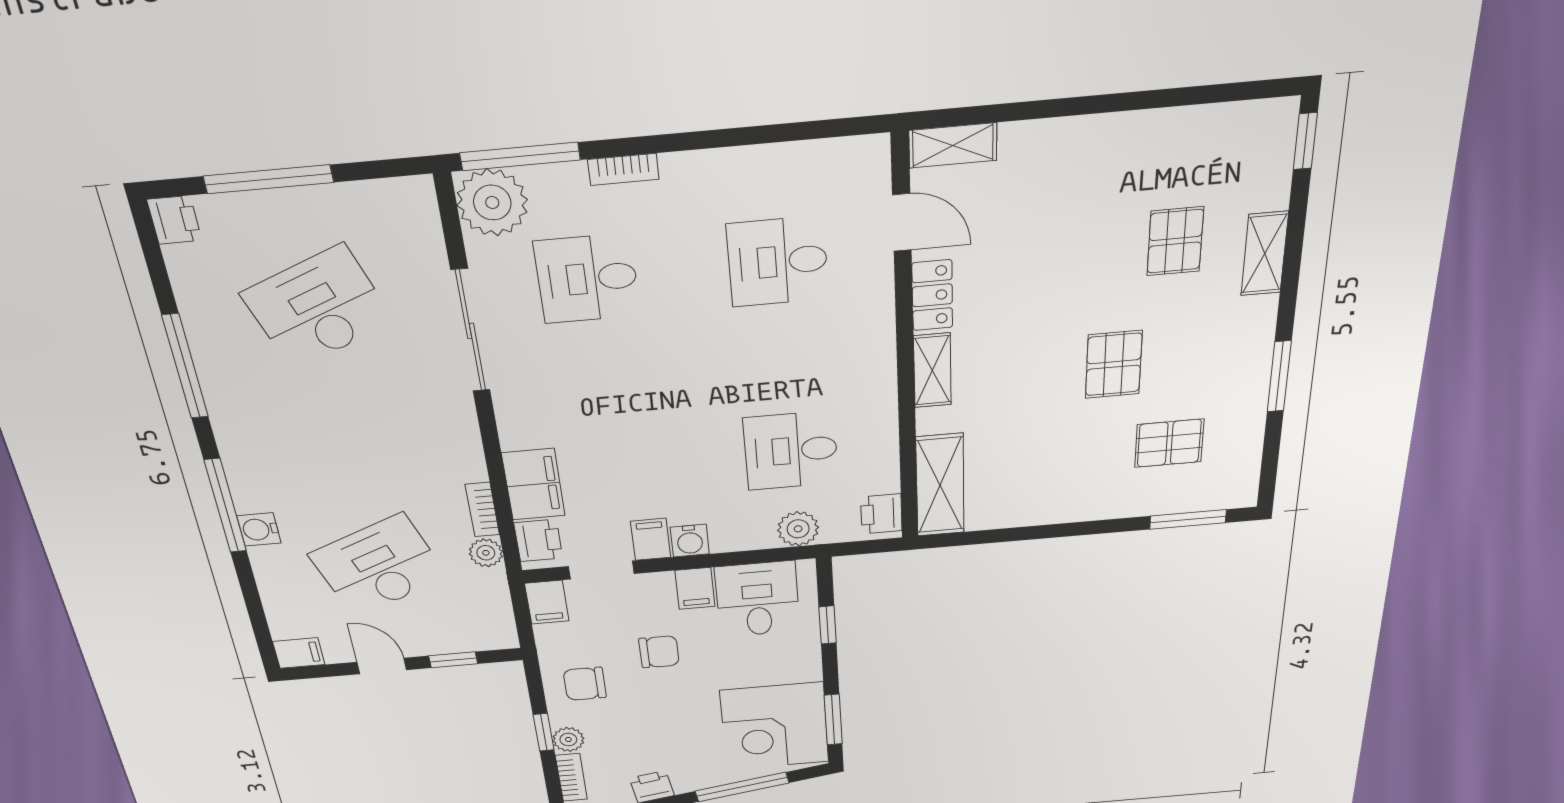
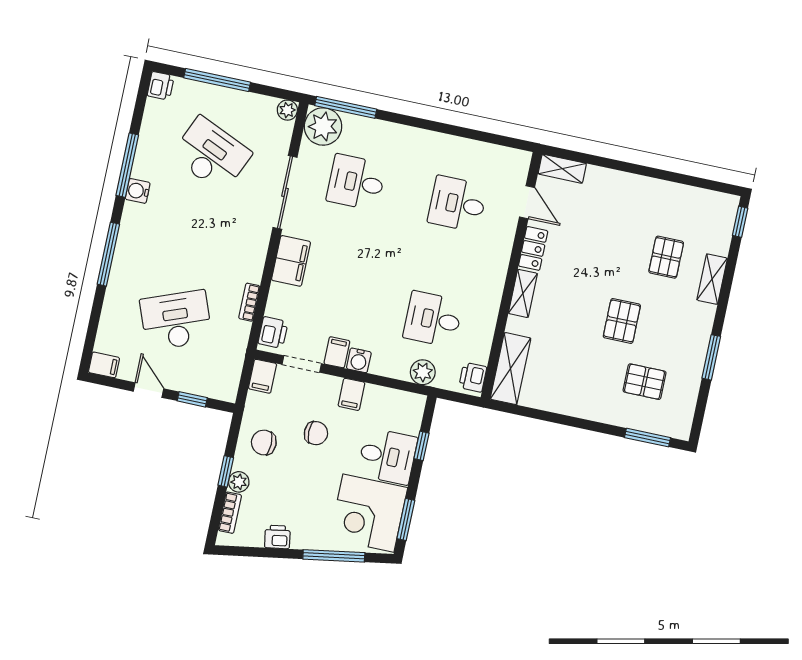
bookcase: (623, 169) -> (395, 130), removed
desk: (318, 308) -> (211, 154), turned 45
filing cabinet: (533, 484) -> (291, 261), moved
water cooler: (259, 529) -> (138, 191), moved
plant: (486, 553) -> (287, 110), moved
desk: (758, 599) -> (387, 456), moved, turned 90

